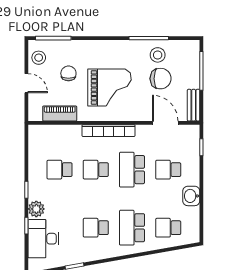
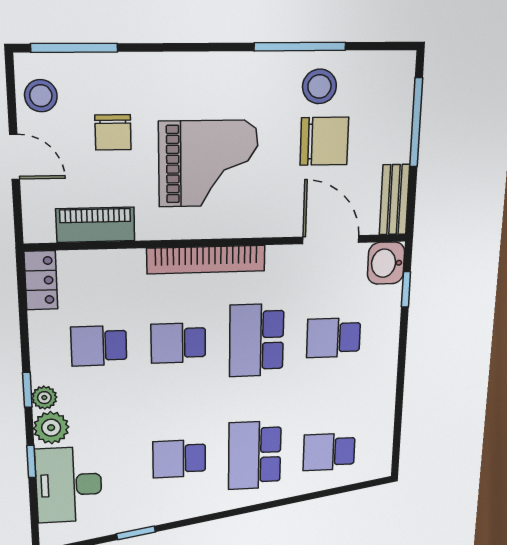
chair: (68, 73) -> (113, 132), turned 180
locker: (35, 138) -> (41, 280), added
plant: (34, 194) -> (44, 398), added
washbasin: (191, 196) -> (386, 263), moved

